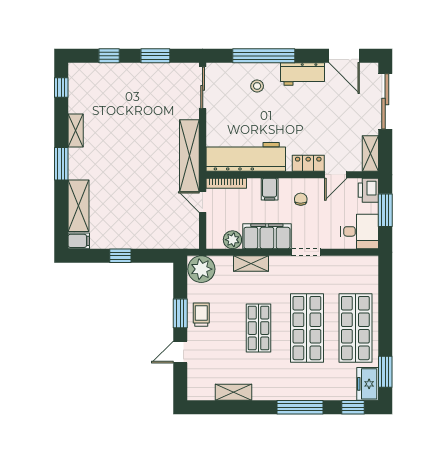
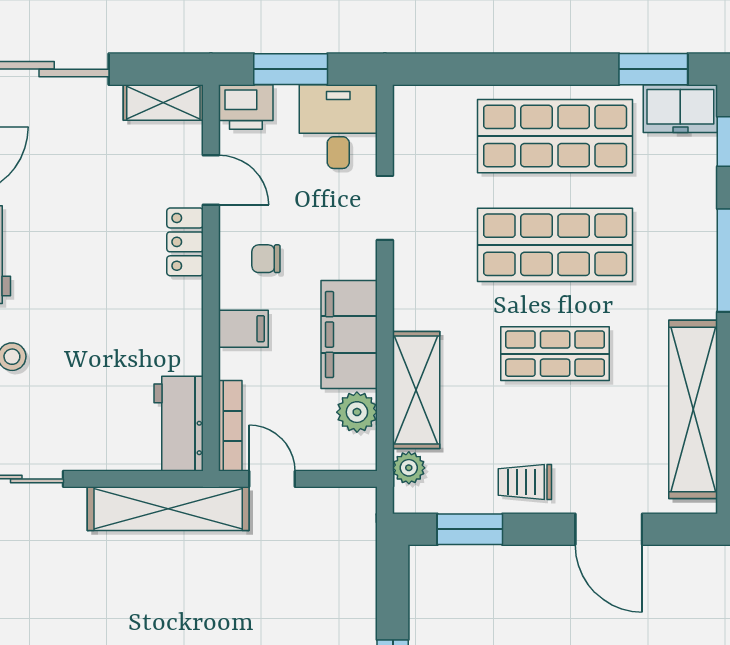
workbench: (246, 157) -> (179, 424), width x0.53, depth x0.76
door: (203, 202) -> (272, 479), swing flipped
doorway: (306, 252) -> (385, 208), moved
shelving: (251, 264) -> (416, 390), width x1.50, depth x1.33
plant: (201, 269) -> (409, 468), width x0.53, depth x0.53
window: (180, 313) -> (470, 529), moved
door: (180, 352) -> (609, 529), width x1.38
shelving: (234, 392) -> (693, 409), width x2.20, depth x1.33

